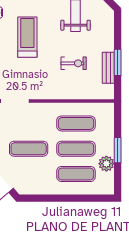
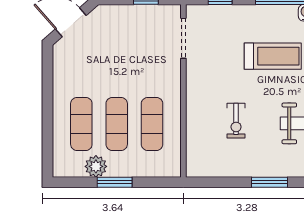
window: (118, 62) -> (269, 182), moved
bench: (108, 68) -> (230, 169), removed
exercise mat: (29, 149) -> (117, 58), removed

